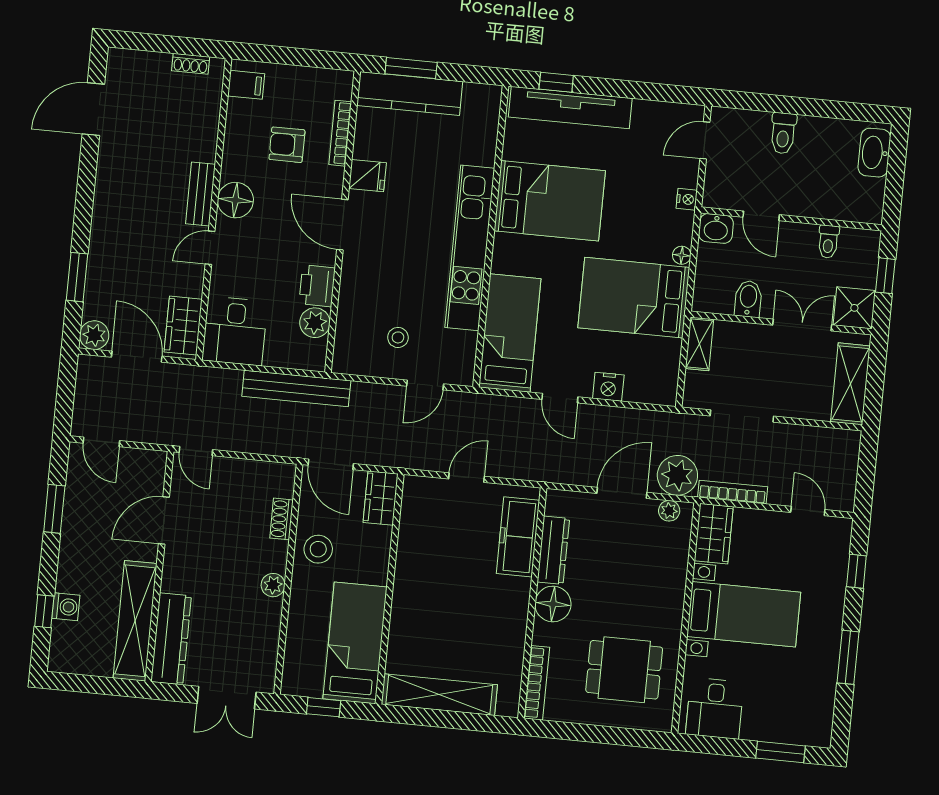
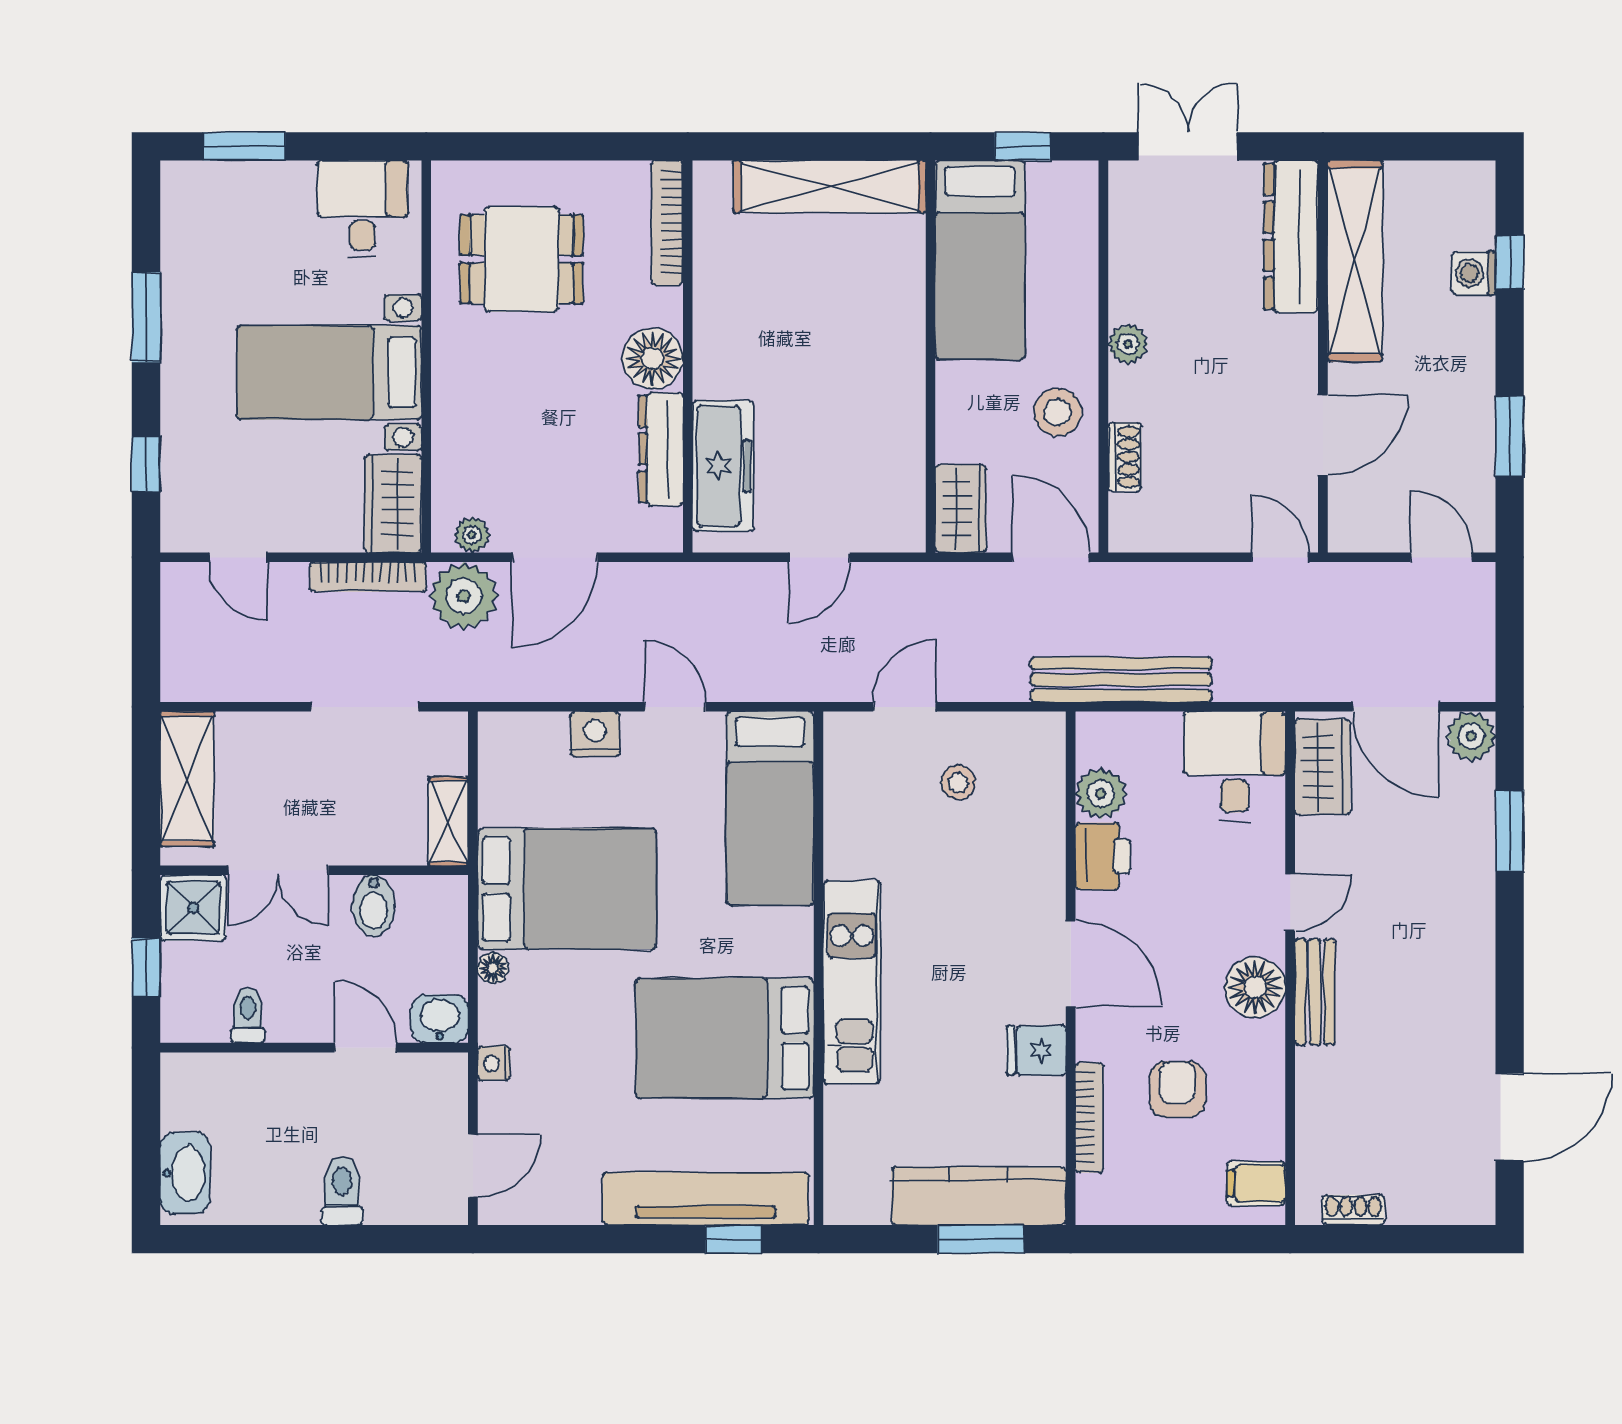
armchair: (287, 145) -> (1177, 1089), turned -90
kitchen unit: (470, 248) -> (852, 982), width x0.73

